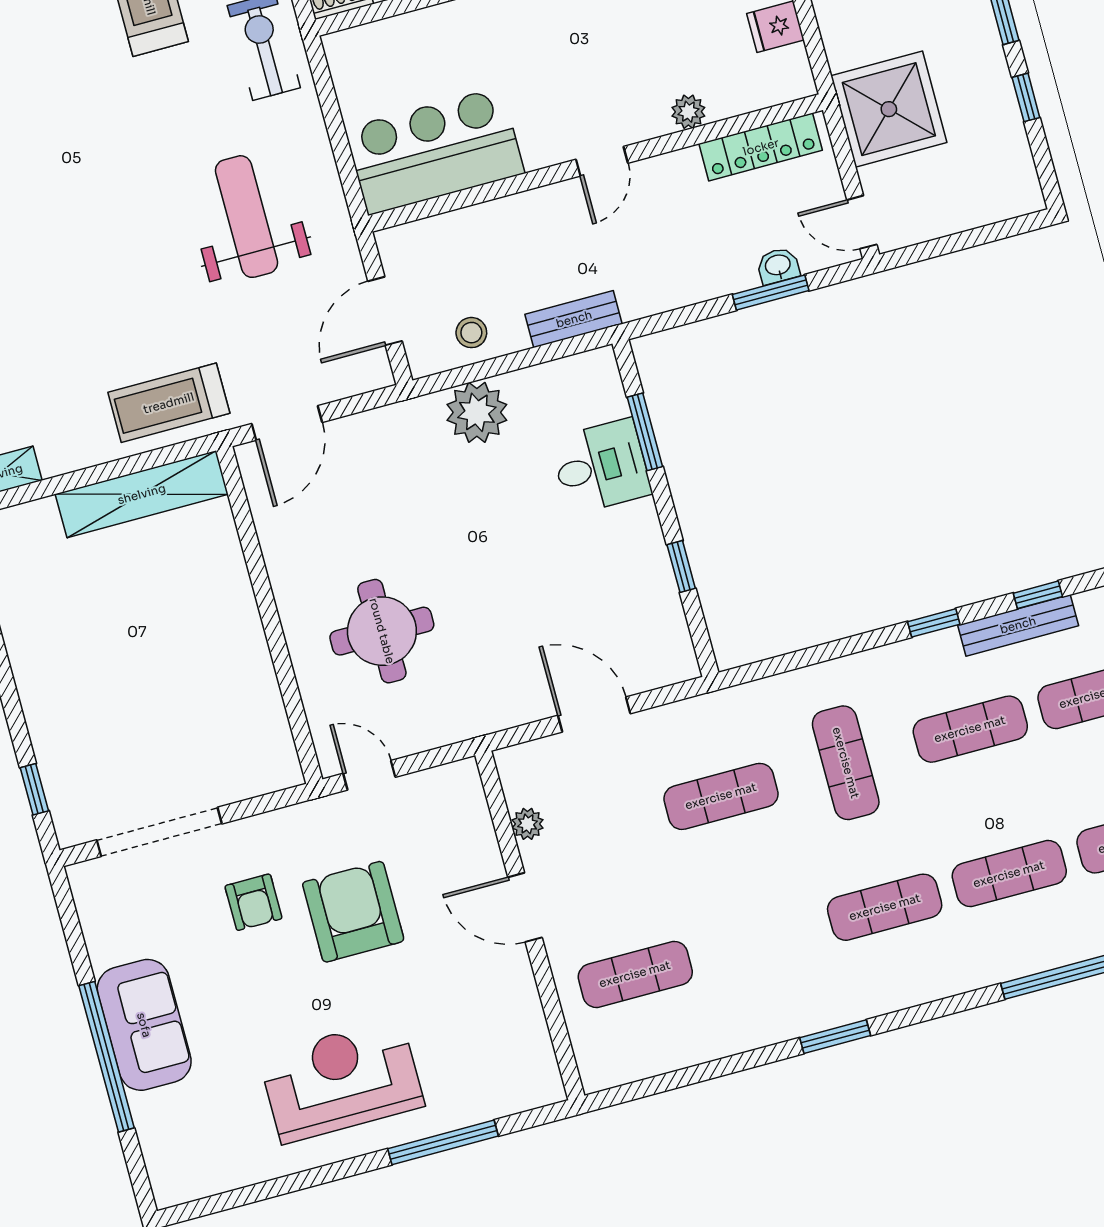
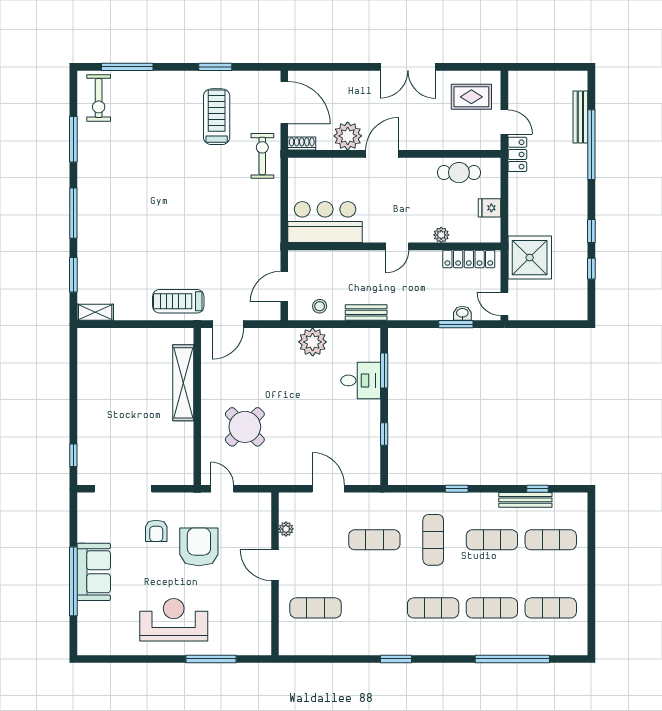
weight bench: (246, 217) -> (234, 229), removed
shelving: (142, 494) -> (183, 383), moved, turned 90
window: (934, 623) -> (457, 489), moved
round table: (382, 631) -> (245, 427), turned 45

